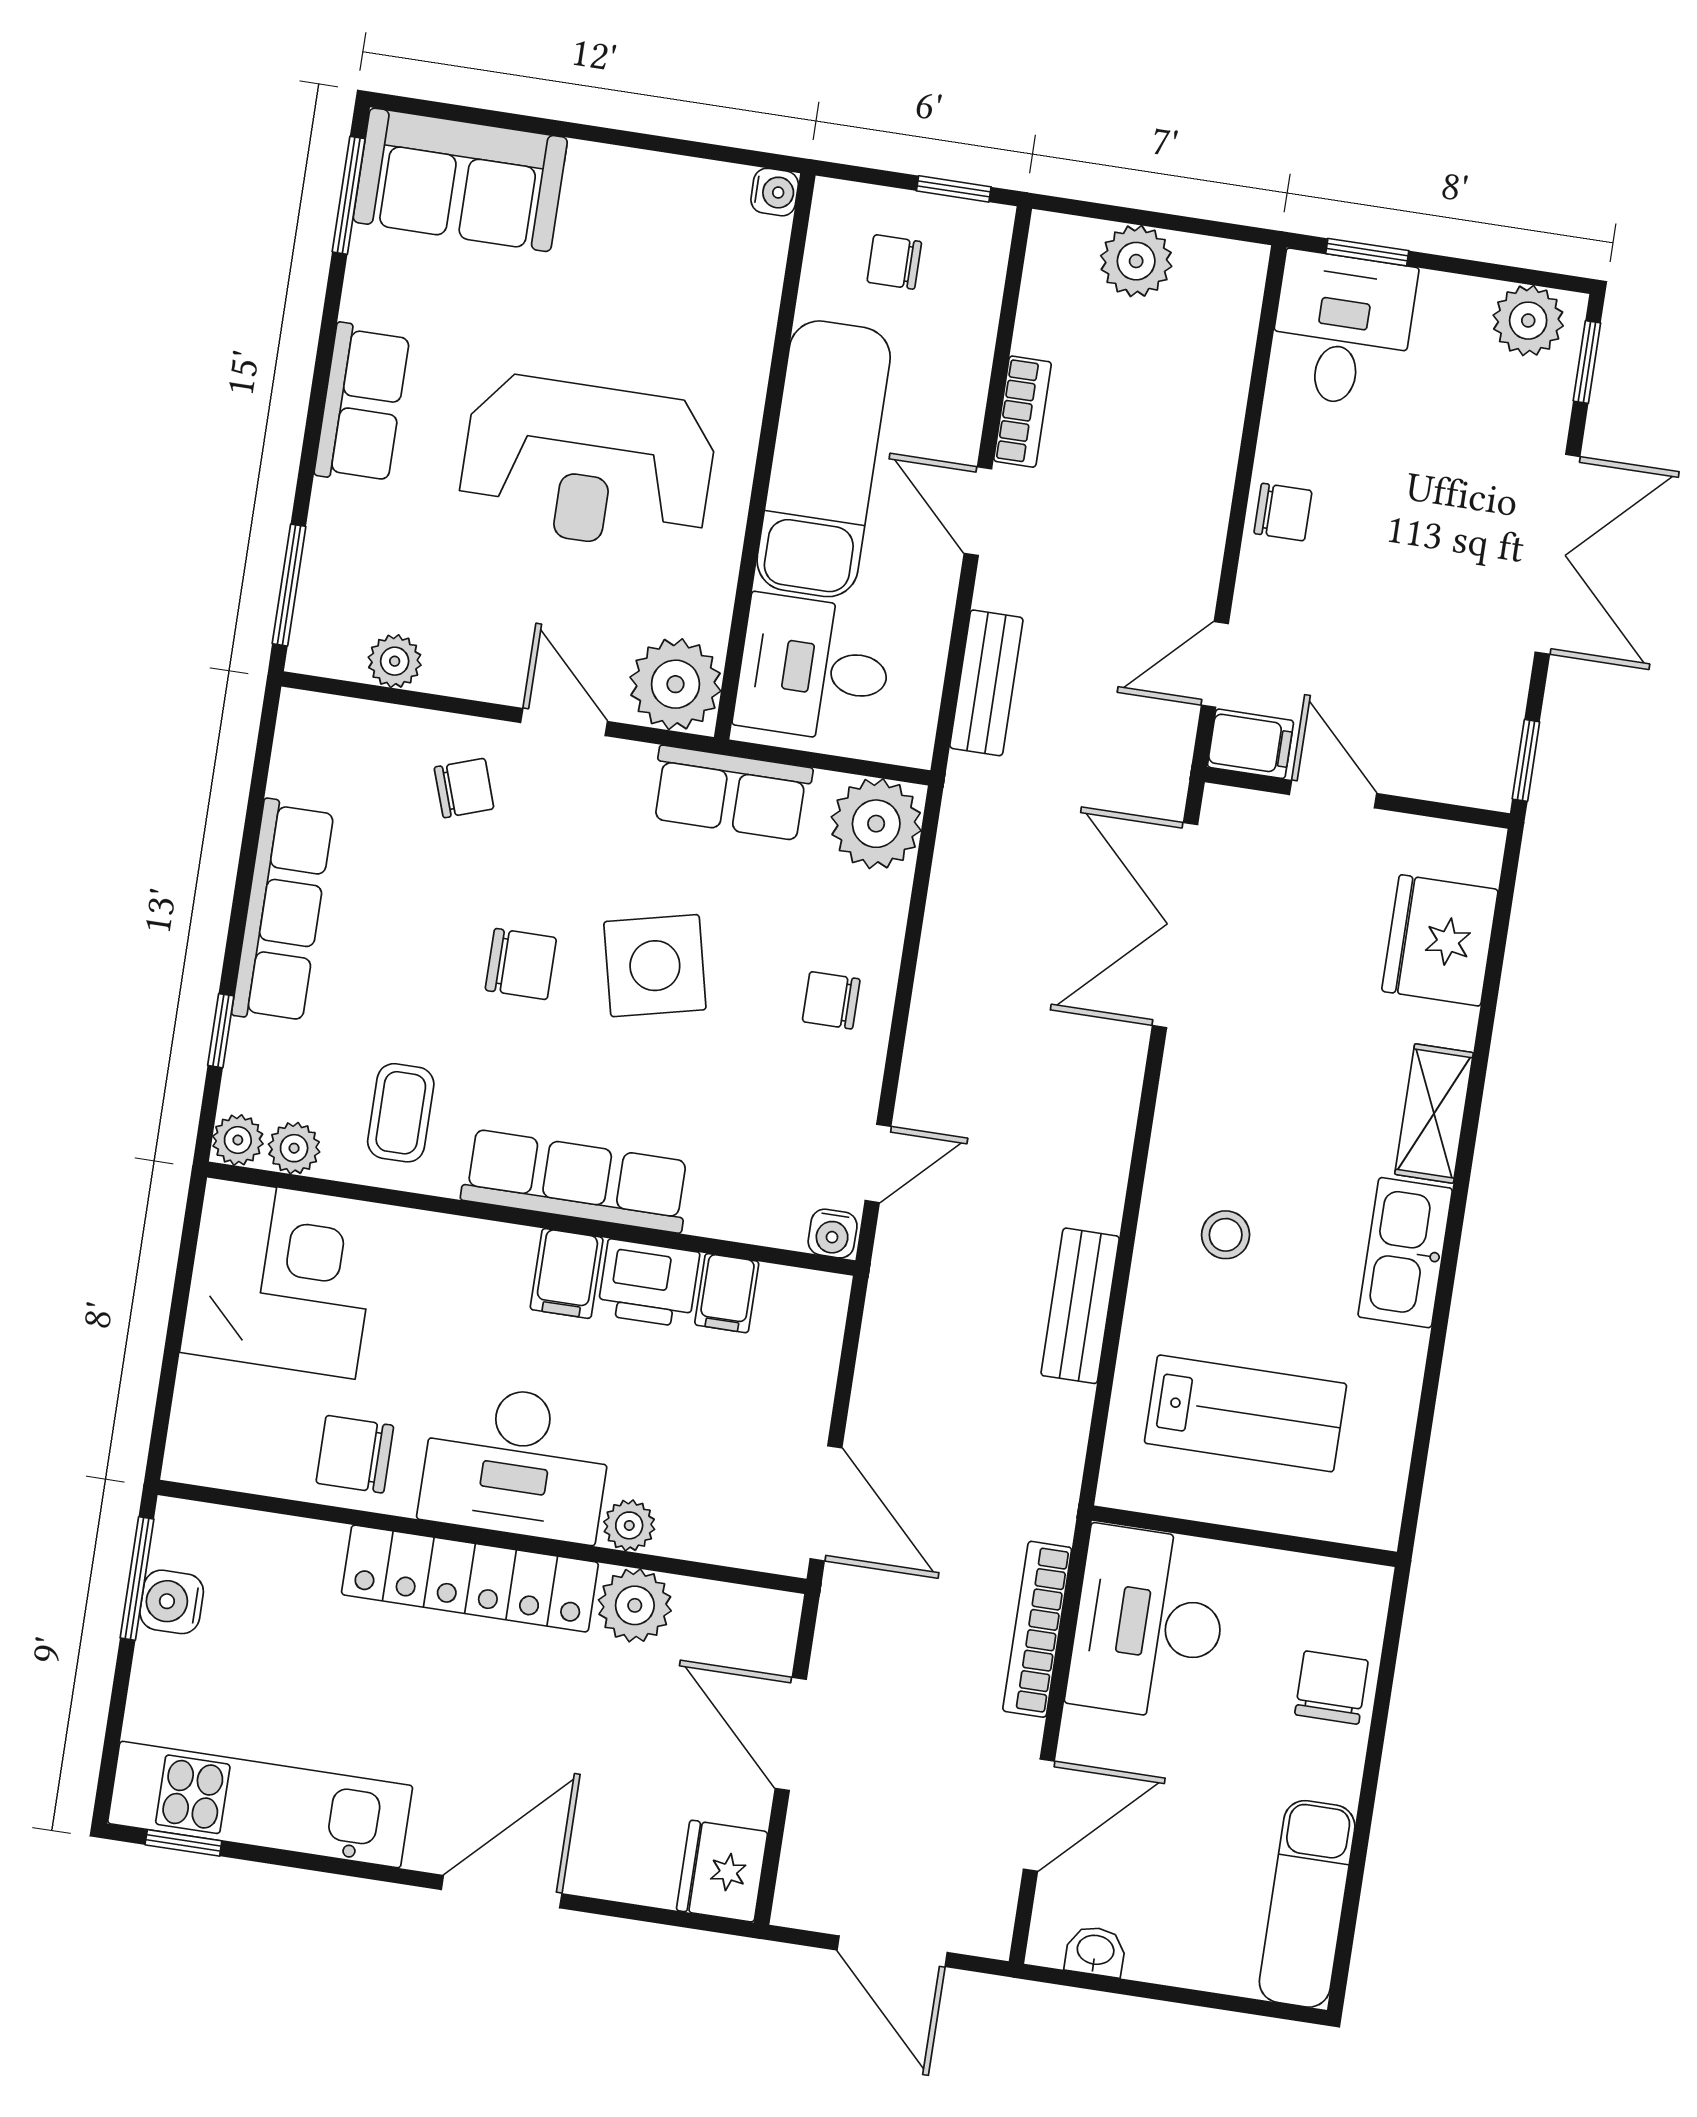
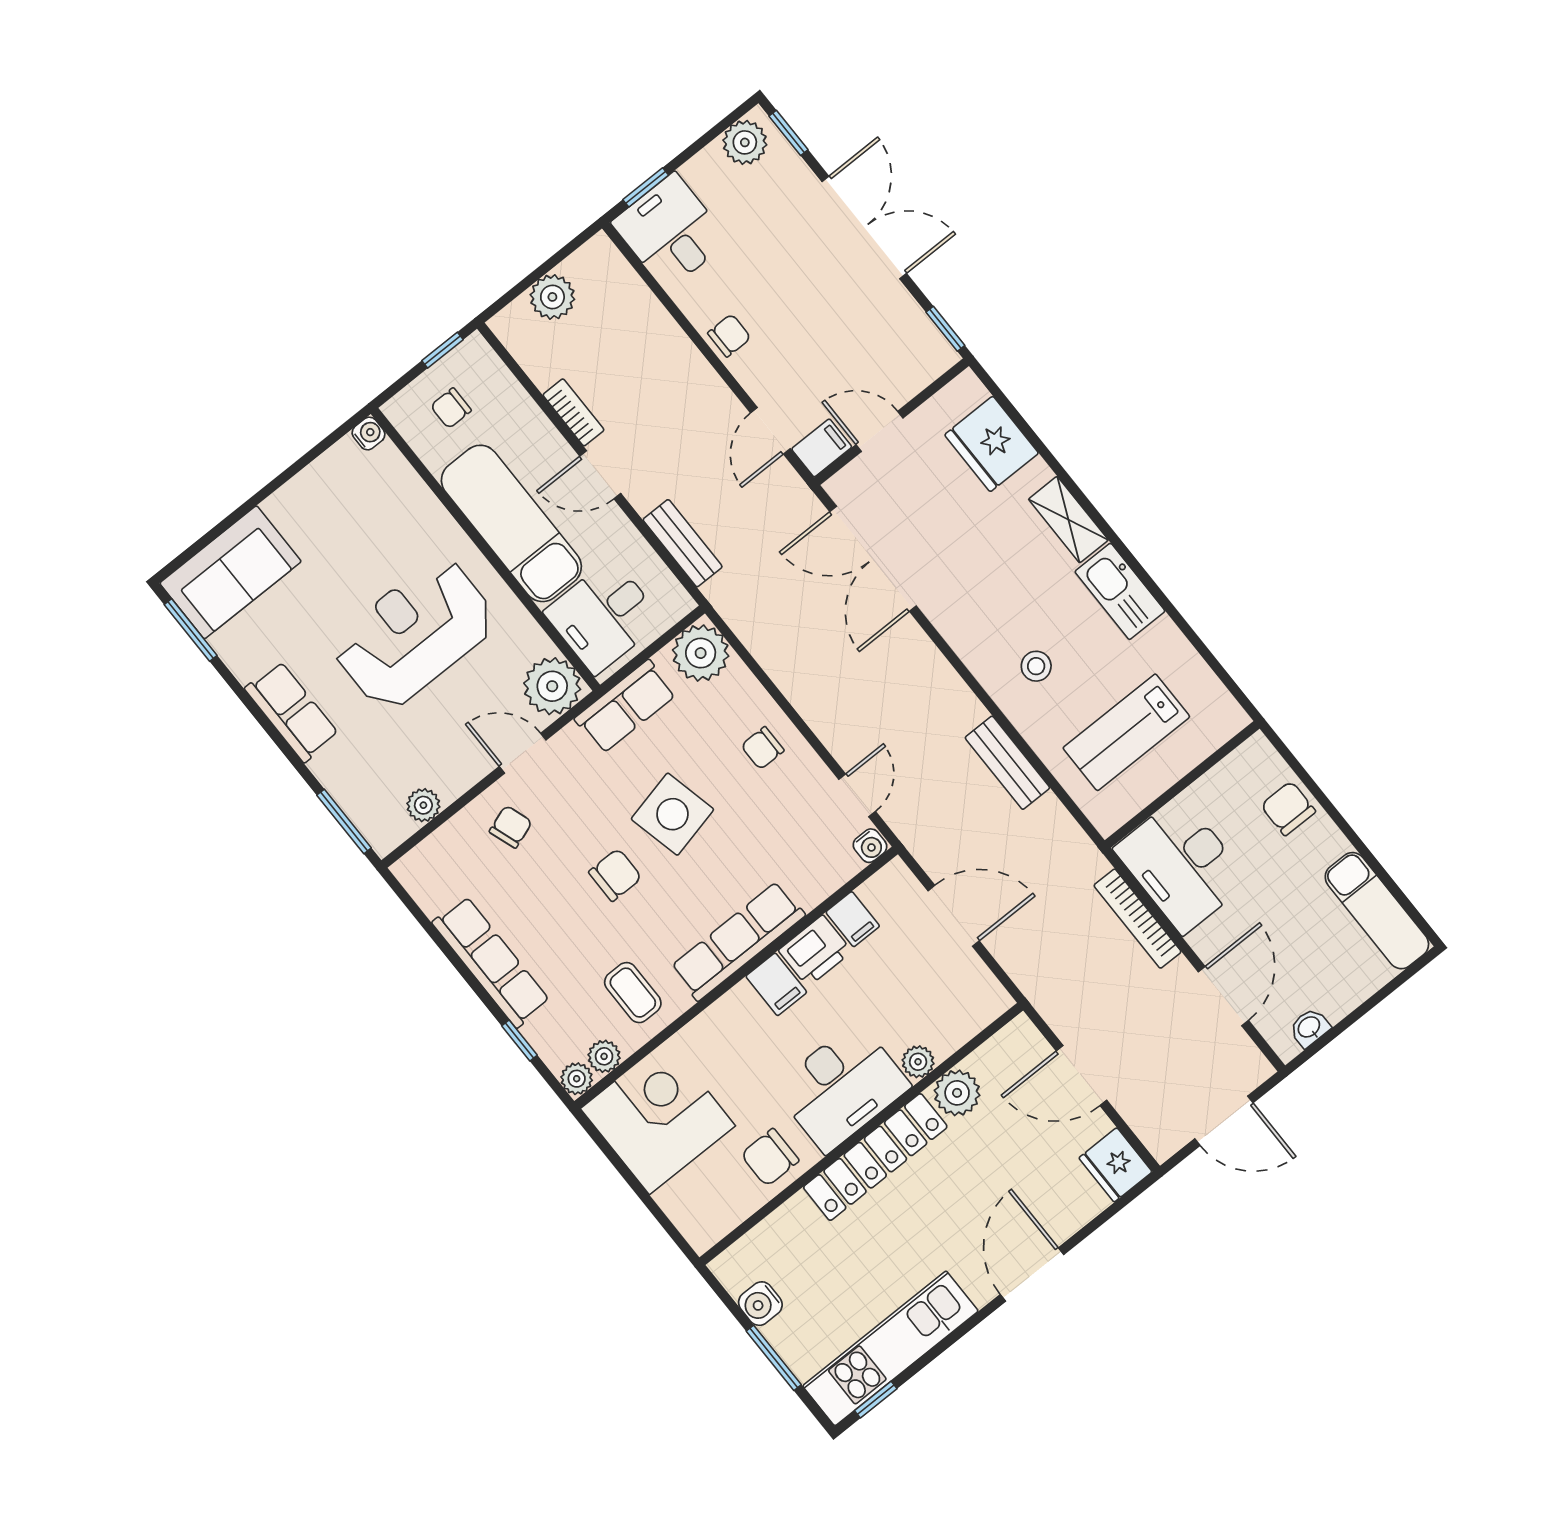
reception desk: (588, 463) -> (414, 633), turned 180
lab bench: (1245, 1413) -> (1126, 732), turned 180
door: (826, 1503) -> (954, 916), moved
window: (137, 1579) -> (774, 1358), moved

